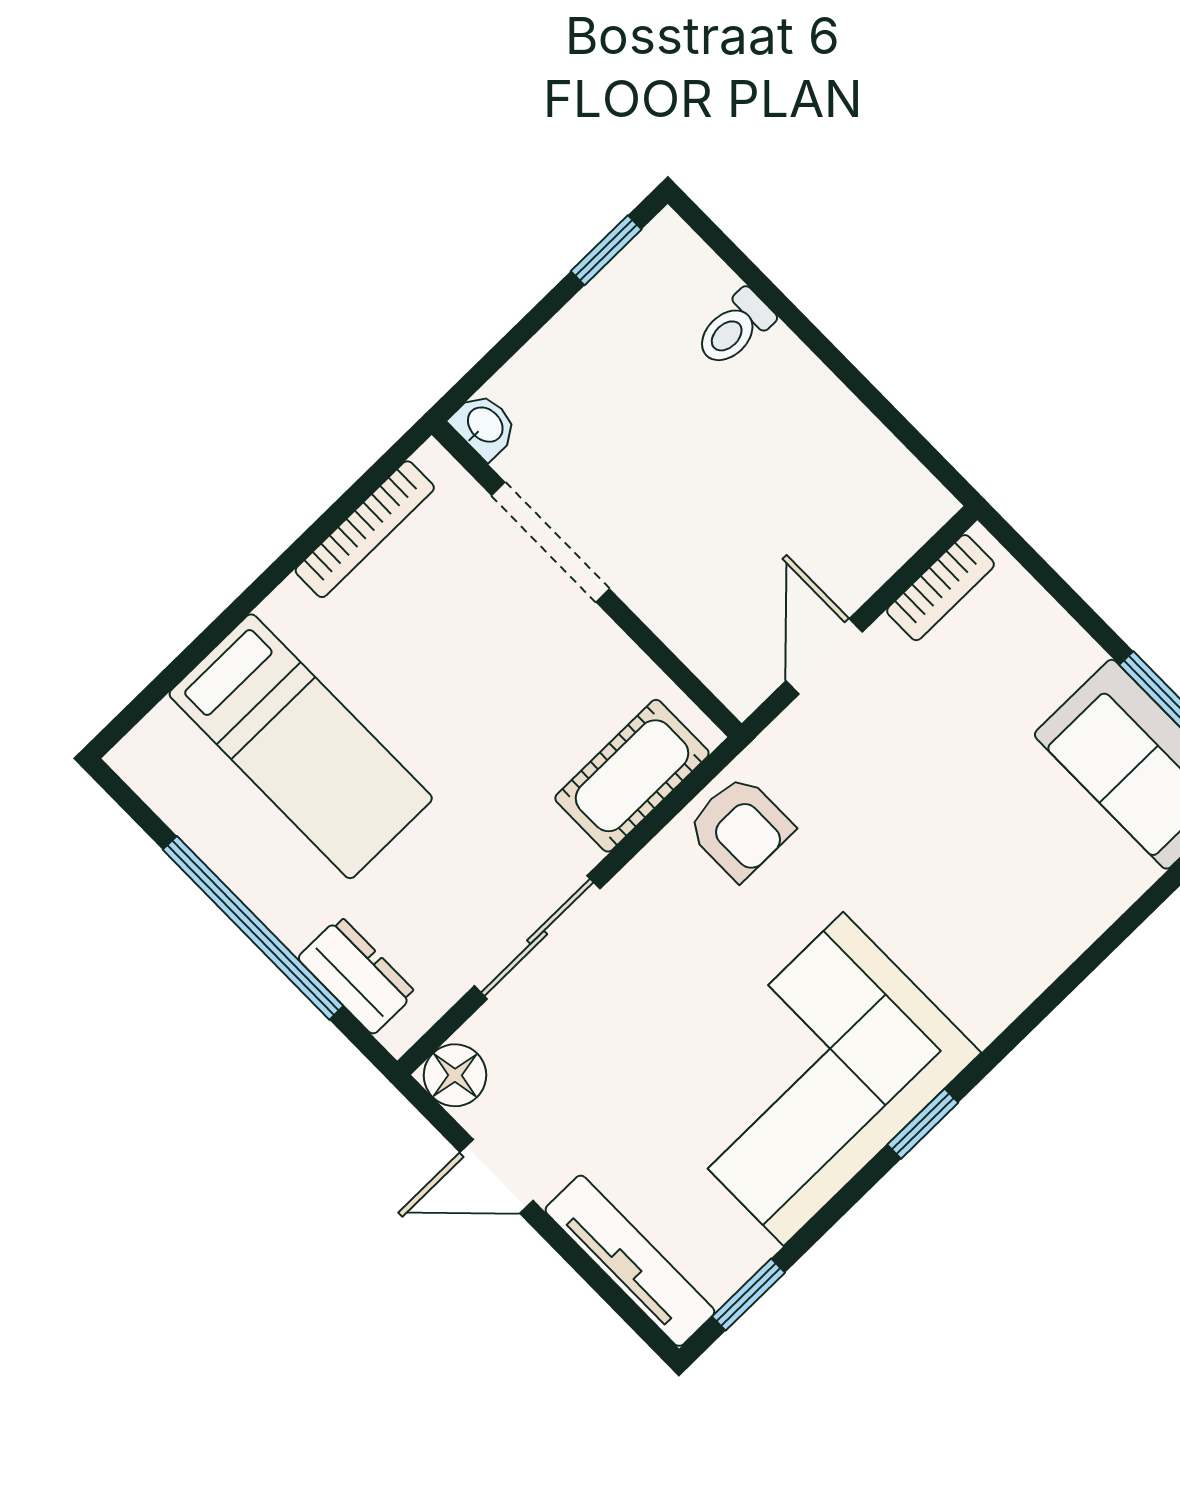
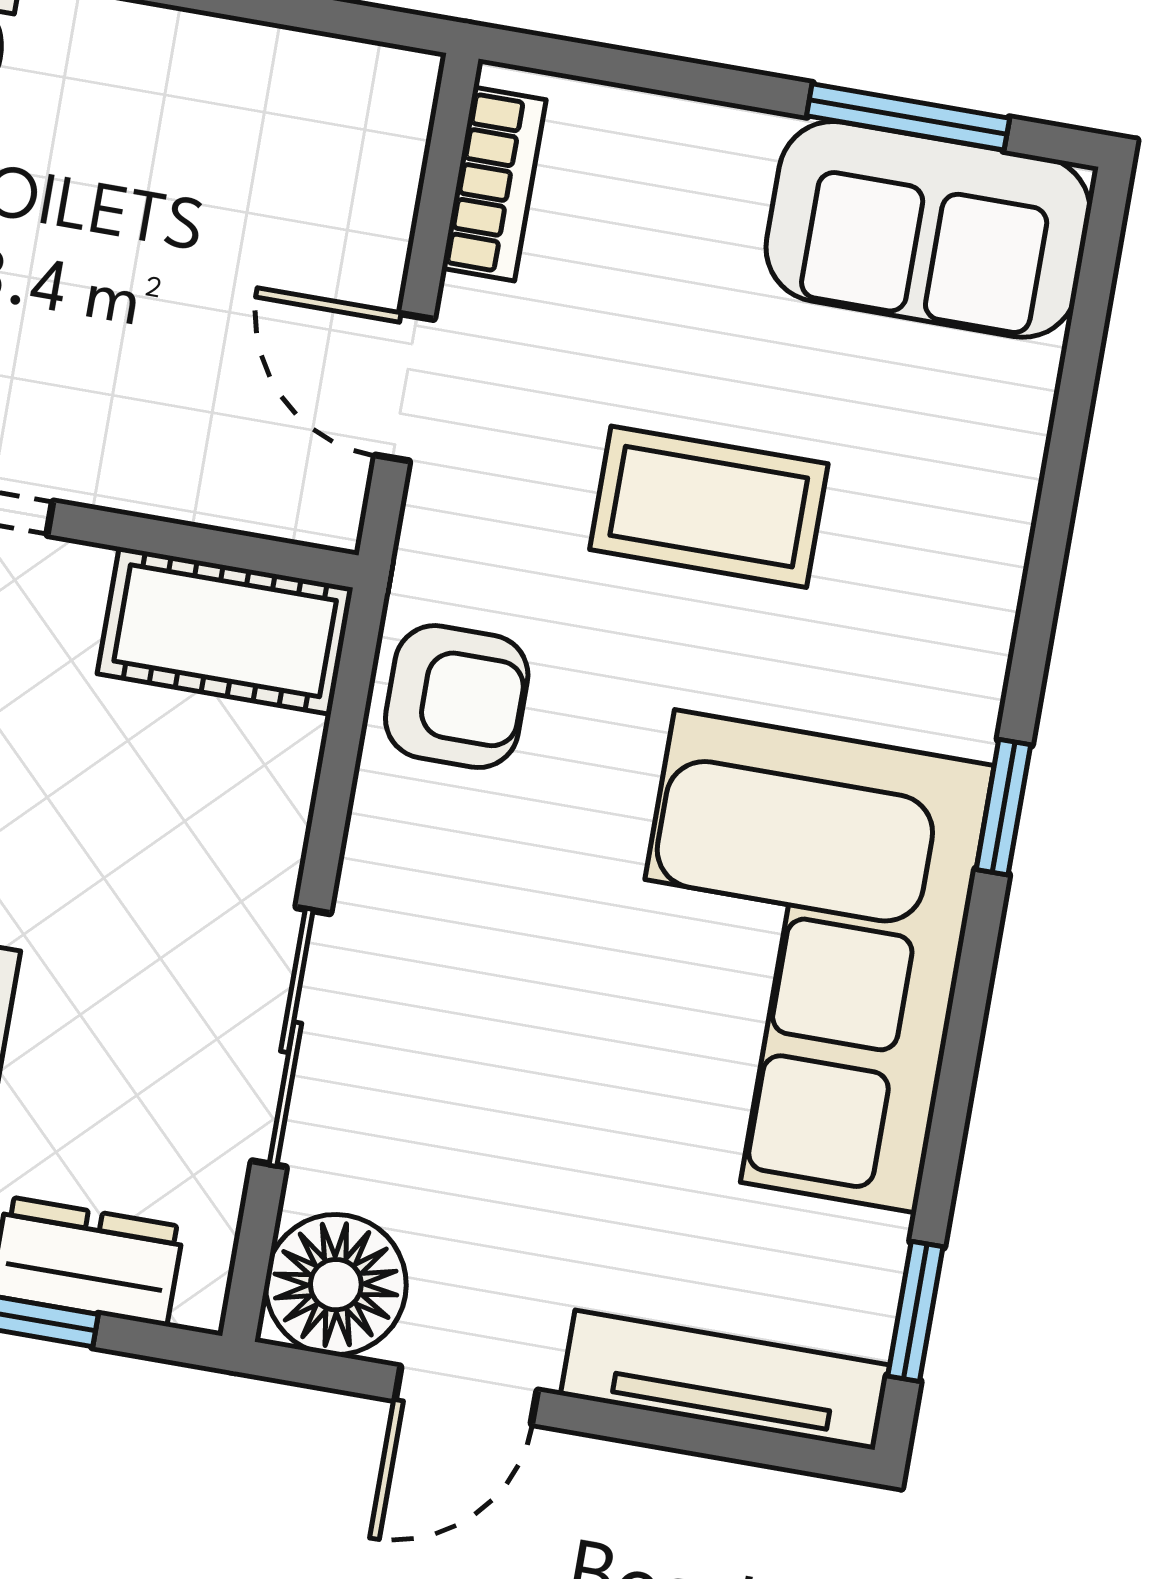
cot: (632, 776) -> (225, 631), moved, turned 90
coffee table: (932, 823) -> (709, 507), added
floor lamp: (455, 1075) -> (336, 1285), width x1.38, depth x1.38
window: (923, 1124) -> (1003, 807), moved

